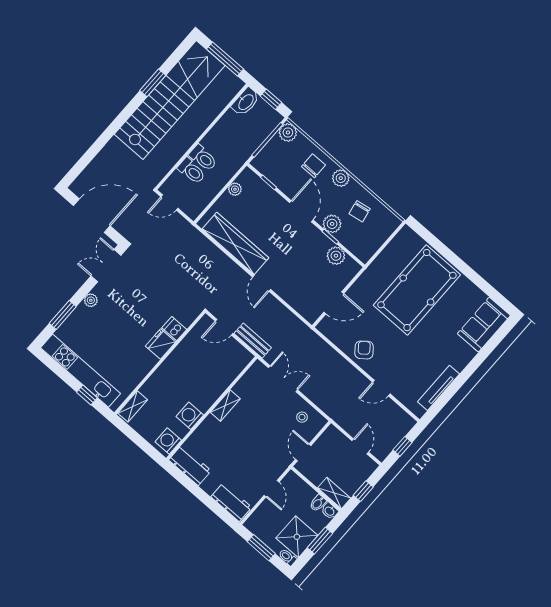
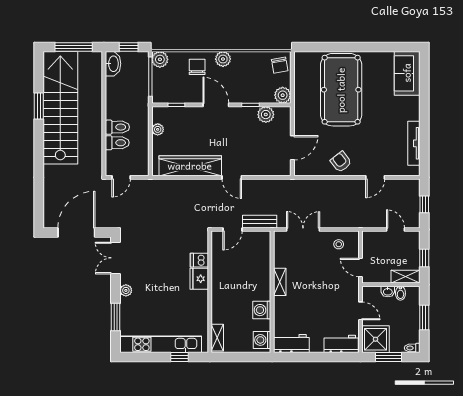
chair: (360, 211) -> (280, 65), moved
plant: (332, 224) -> (283, 95), moved
washbasin: (330, 511) -> (388, 291), moved
shower: (297, 537) -> (375, 339), moved

